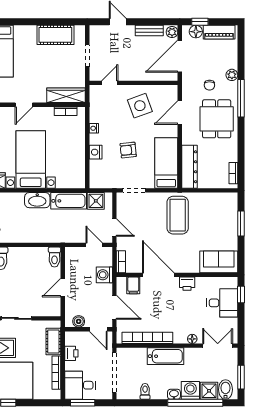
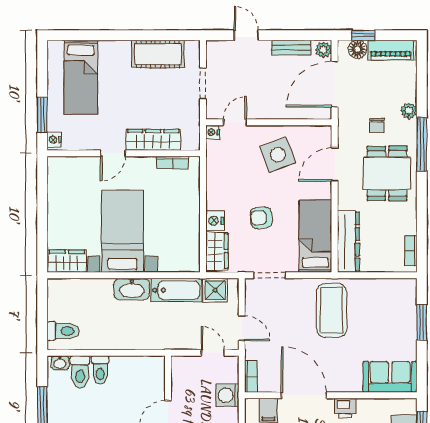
wardrobe: (66, 95) -> (153, 140), moved
nightstand: (94, 128) -> (212, 132), moved
wardrobe: (97, 173) -> (217, 251), added
toilet: (55, 257) -> (100, 370), moved

